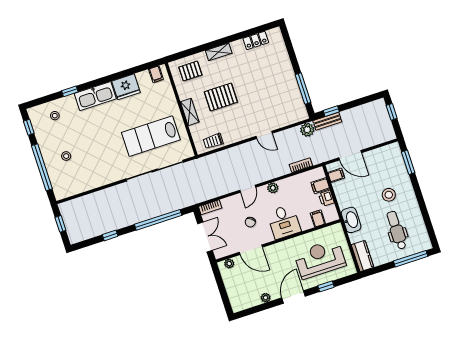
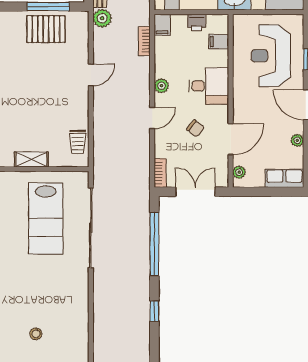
pallet: (221, 97) -> (46, 29), moved, turned 90
filing cabinet: (320, 186) -> (162, 25), moved
door: (248, 189) -> (152, 118), hinge flipped
row of seats: (235, 297) -> (284, 178), added

